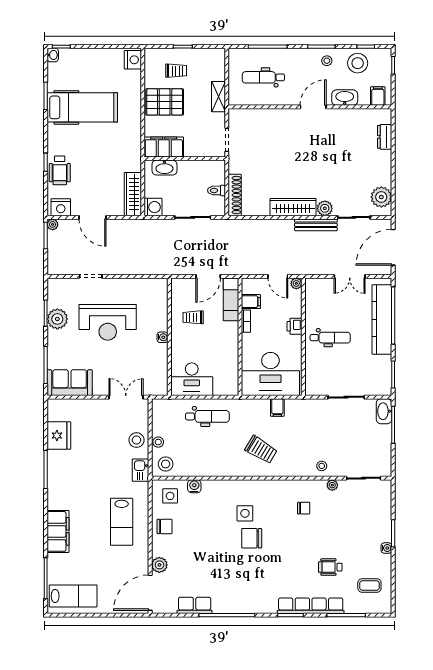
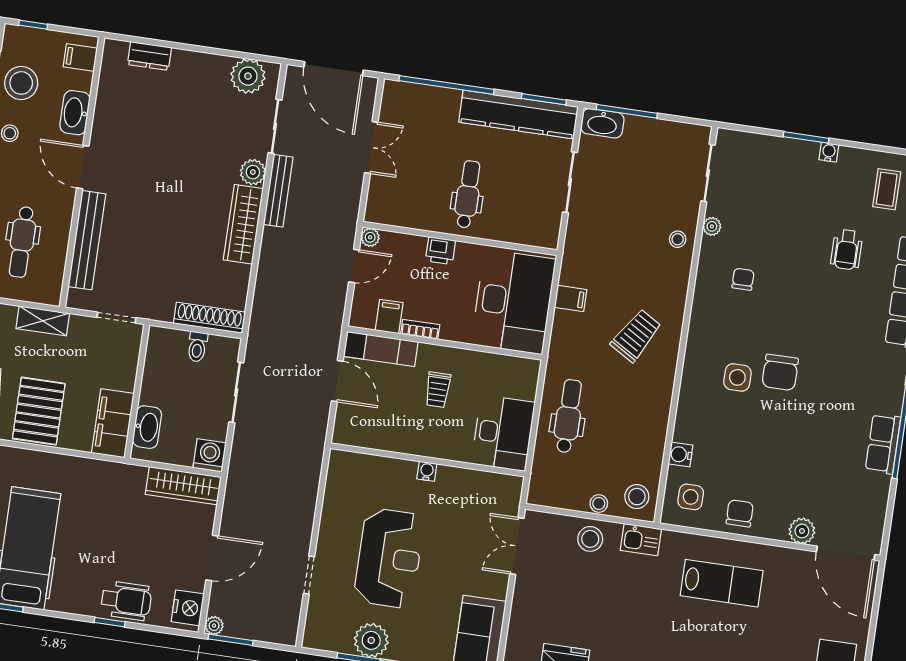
bench: (270, 116) -> (87, 240), added
trolley: (193, 317) -> (438, 390), moved
kitchen counter: (382, 319) -> (519, 114), moved
row of seats: (195, 605) -> (883, 444), moved

